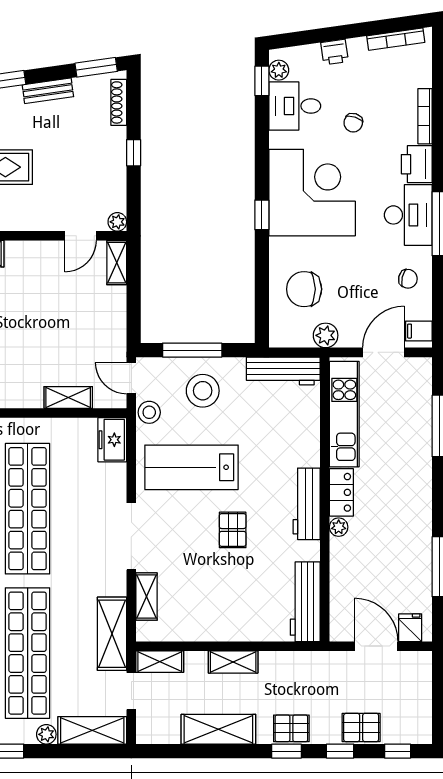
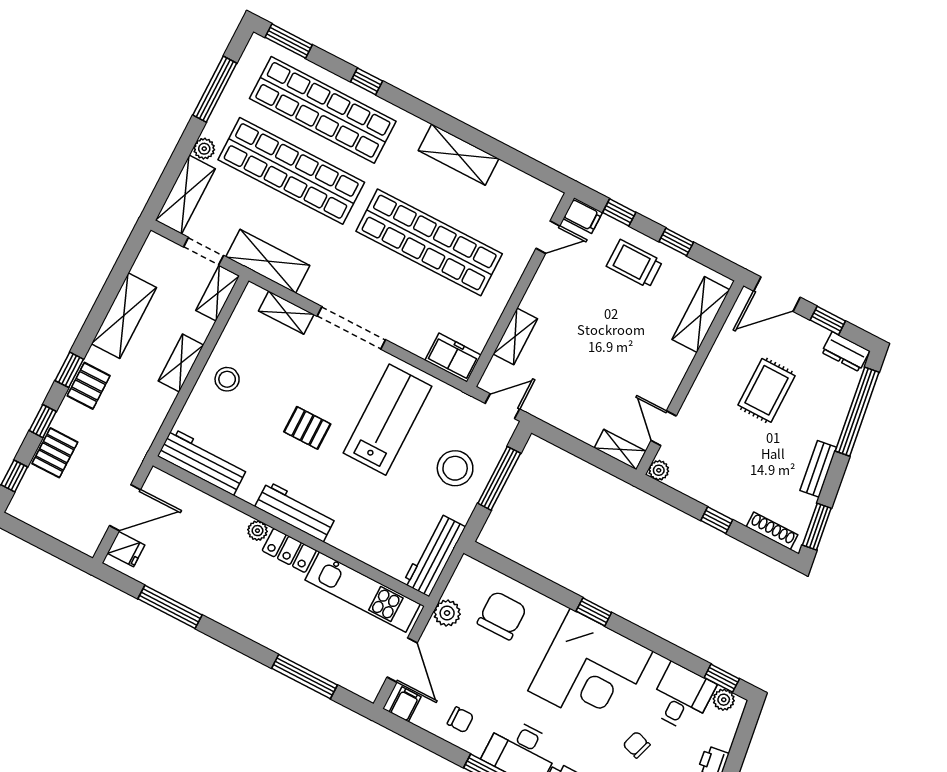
chair: (408, 279) -> (460, 720), turned -103
stool: (149, 412) -> (227, 379), moved

